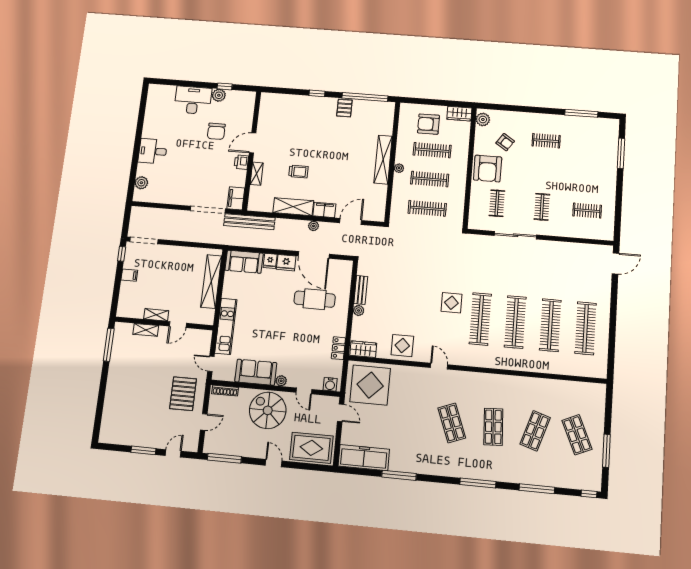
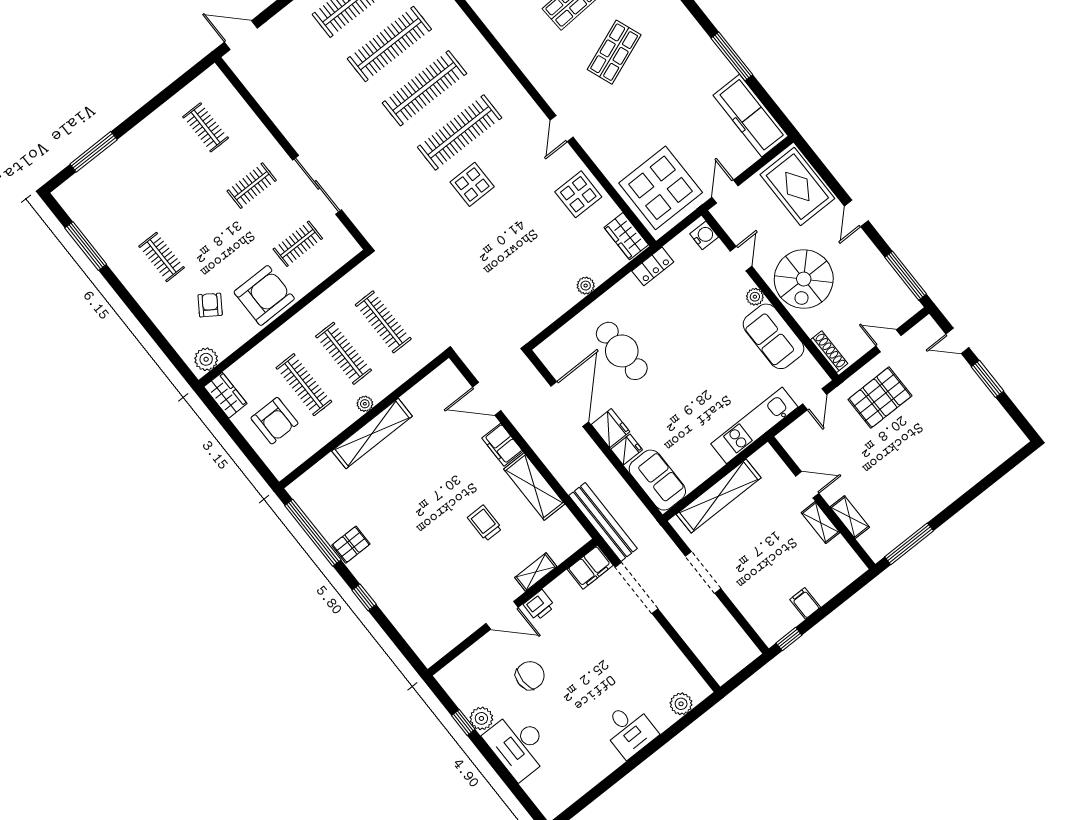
plant: (313, 226) -> (535, 439), removed
doorway: (144, 240) -> (703, 572), moved
bench: (361, 290) -> (559, 307), removed

